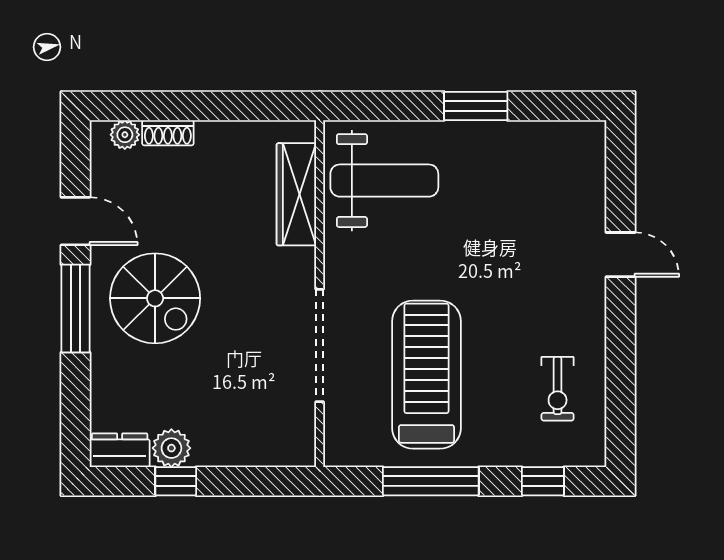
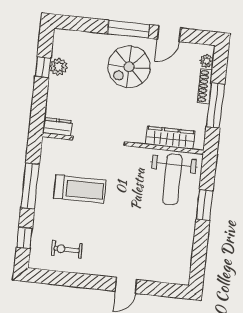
window: (217, 106) -> (215, 105), added
window: (476, 106) -> (205, 205), moved
shoe rack: (168, 133) -> (205, 86), width x1.43
treadmill: (426, 375) -> (80, 189), width x0.73, depth x0.73
dresser: (120, 450) -> (57, 127), moved, turned -90

